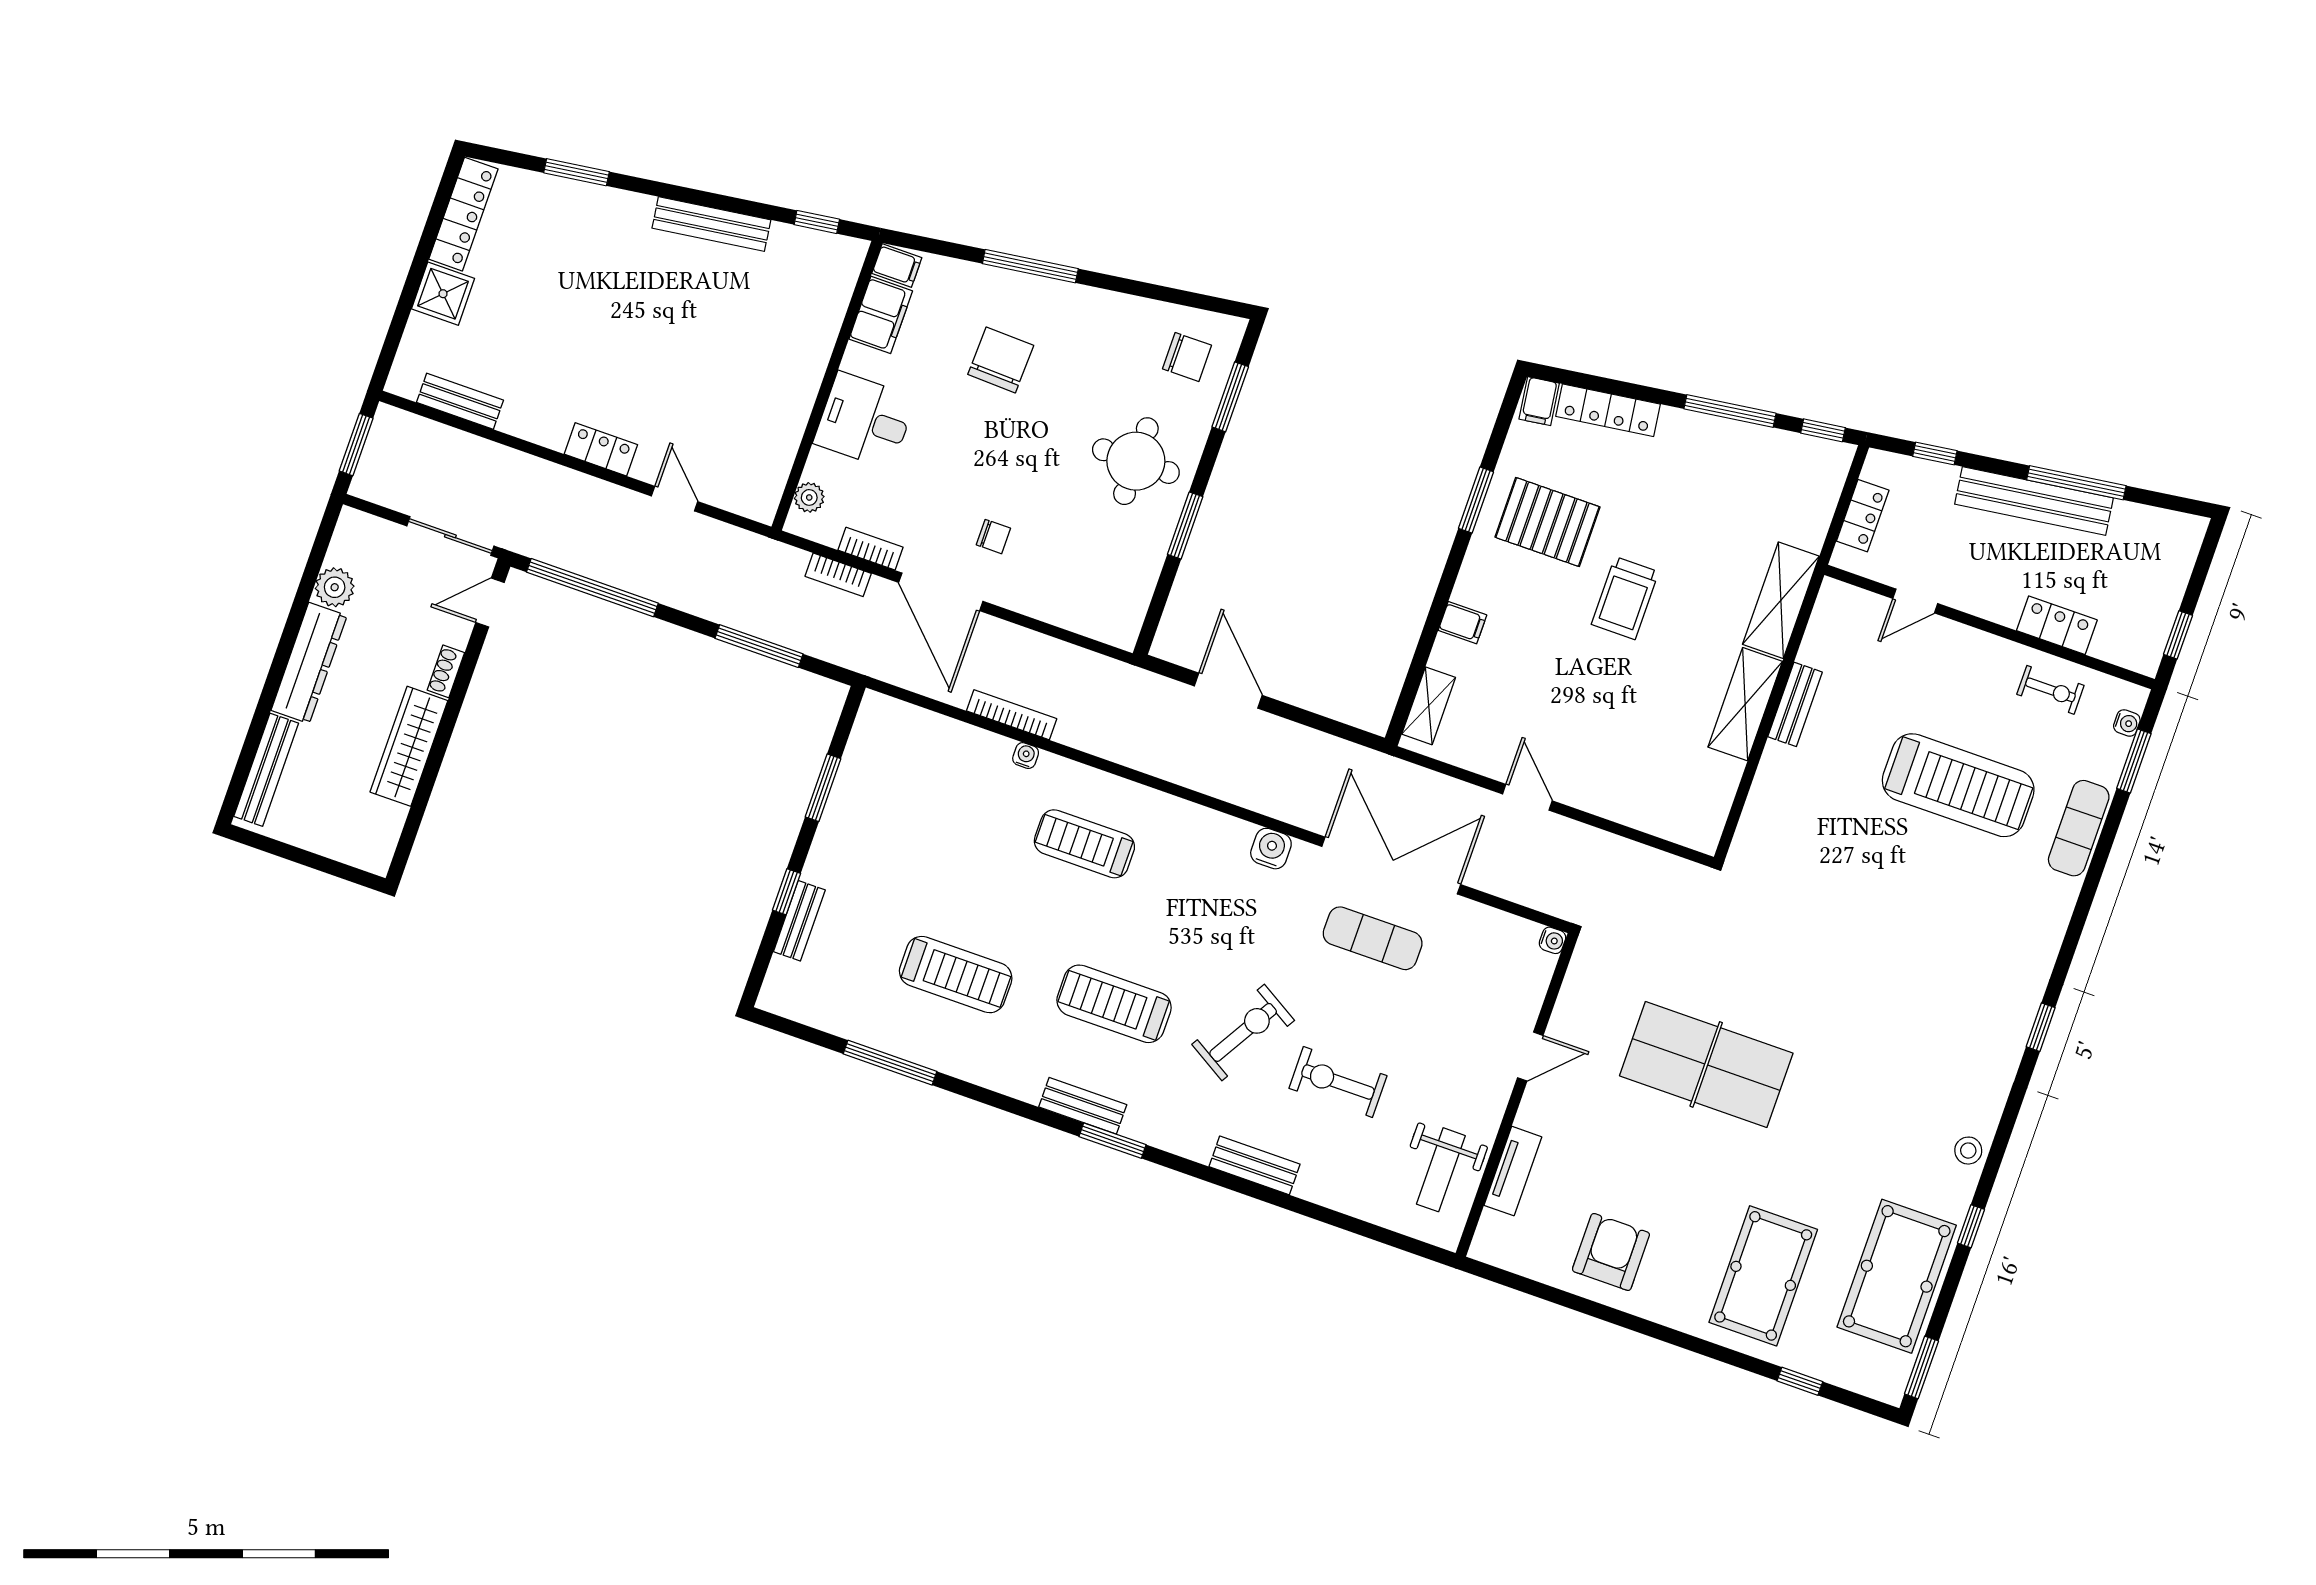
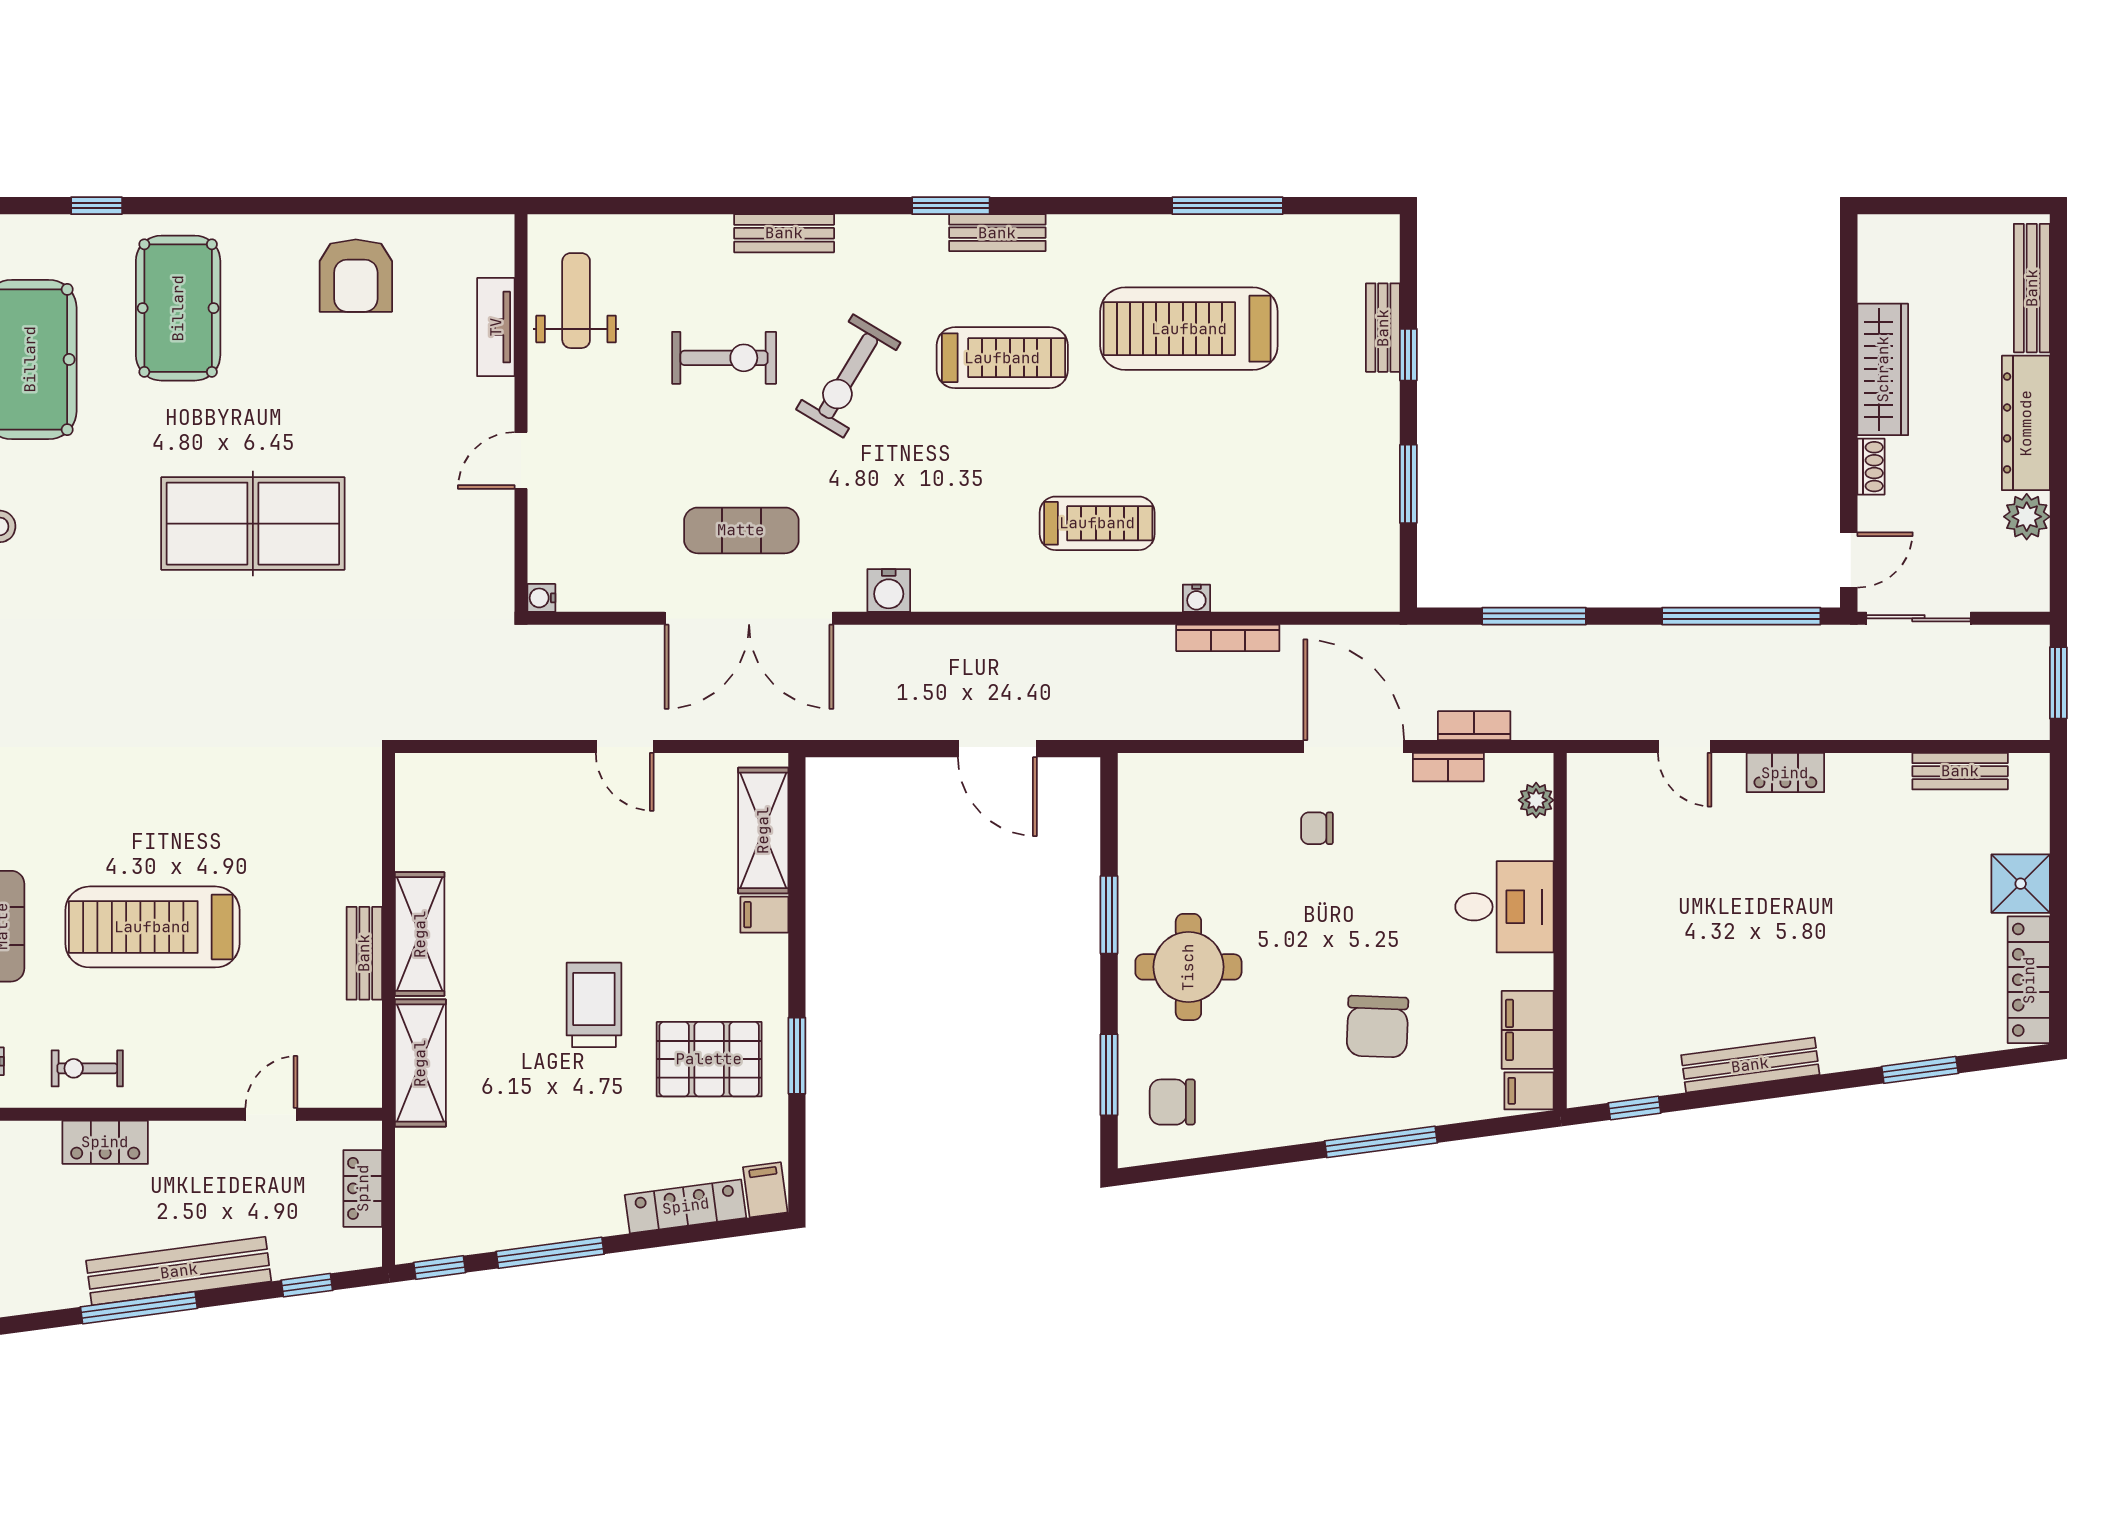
shelving: (1429, 706) -> (763, 830), width x1.50, depth x1.33
treadmill: (956, 975) -> (1189, 329), width x1.37, depth x1.38
table tennis table: (1706, 1064) -> (253, 524), moved

